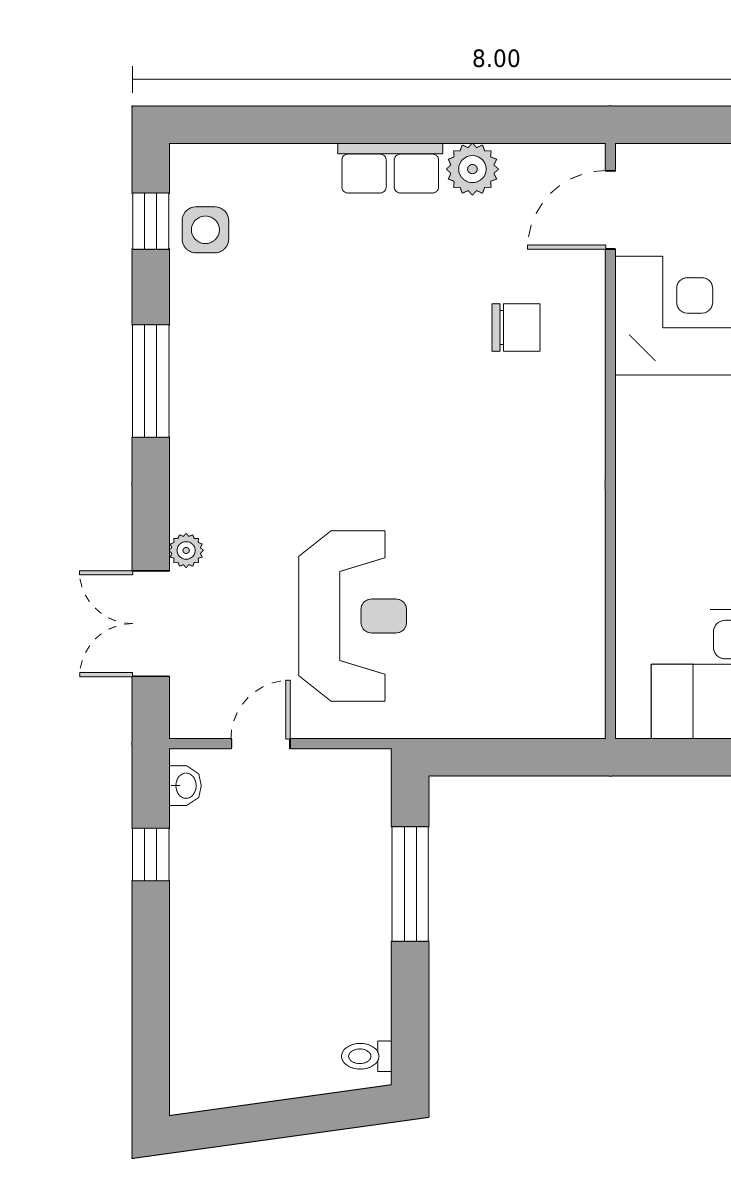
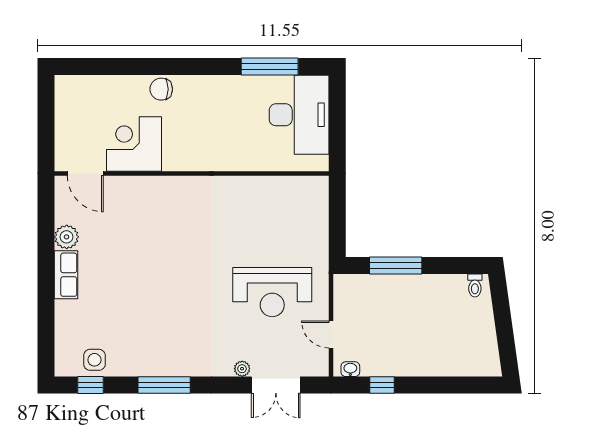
chair: (516, 328) -> (139, 217), removed
reception desk: (353, 616) -> (272, 292), turned 180

